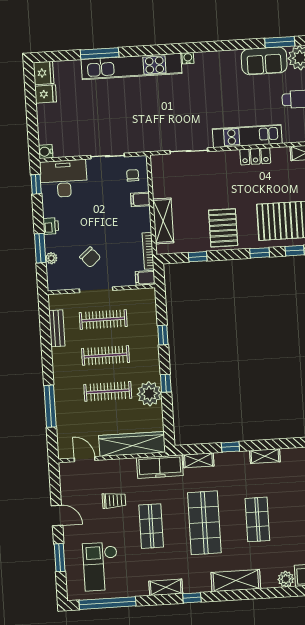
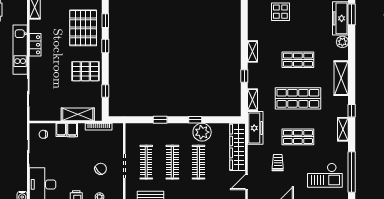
filing cabinet: (145, 278) -> (72, 130), moved

